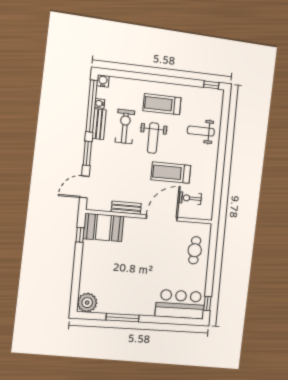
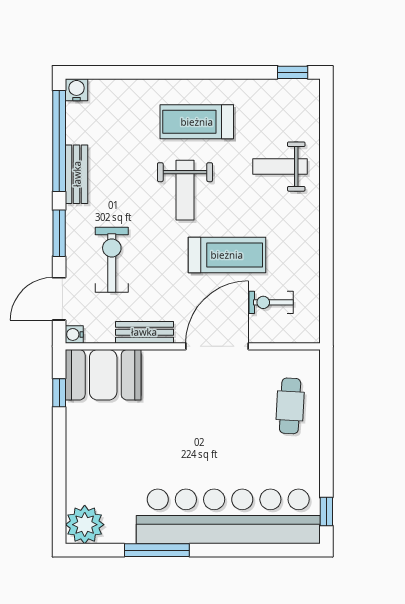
water cooler: (100, 103) -> (74, 334), moved
exercise bike: (125, 126) -> (112, 260), moved
treadmill: (171, 173) -> (227, 255), turned 180
bar counter: (180, 304) -> (228, 516), width x1.86

